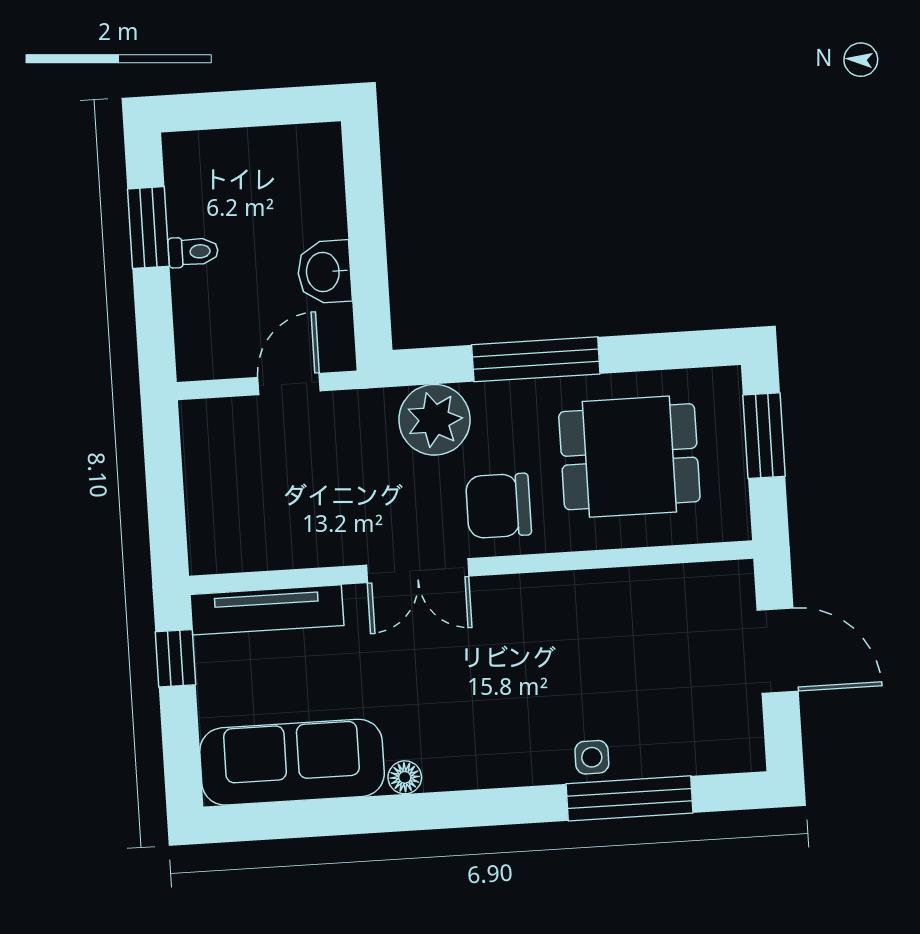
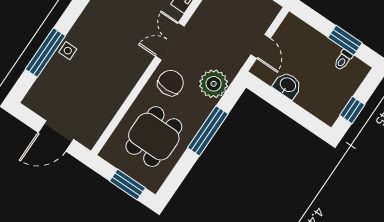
window: (274, 107) -> (352, 110), added
toilet: (193, 252) -> (343, 60), moved

